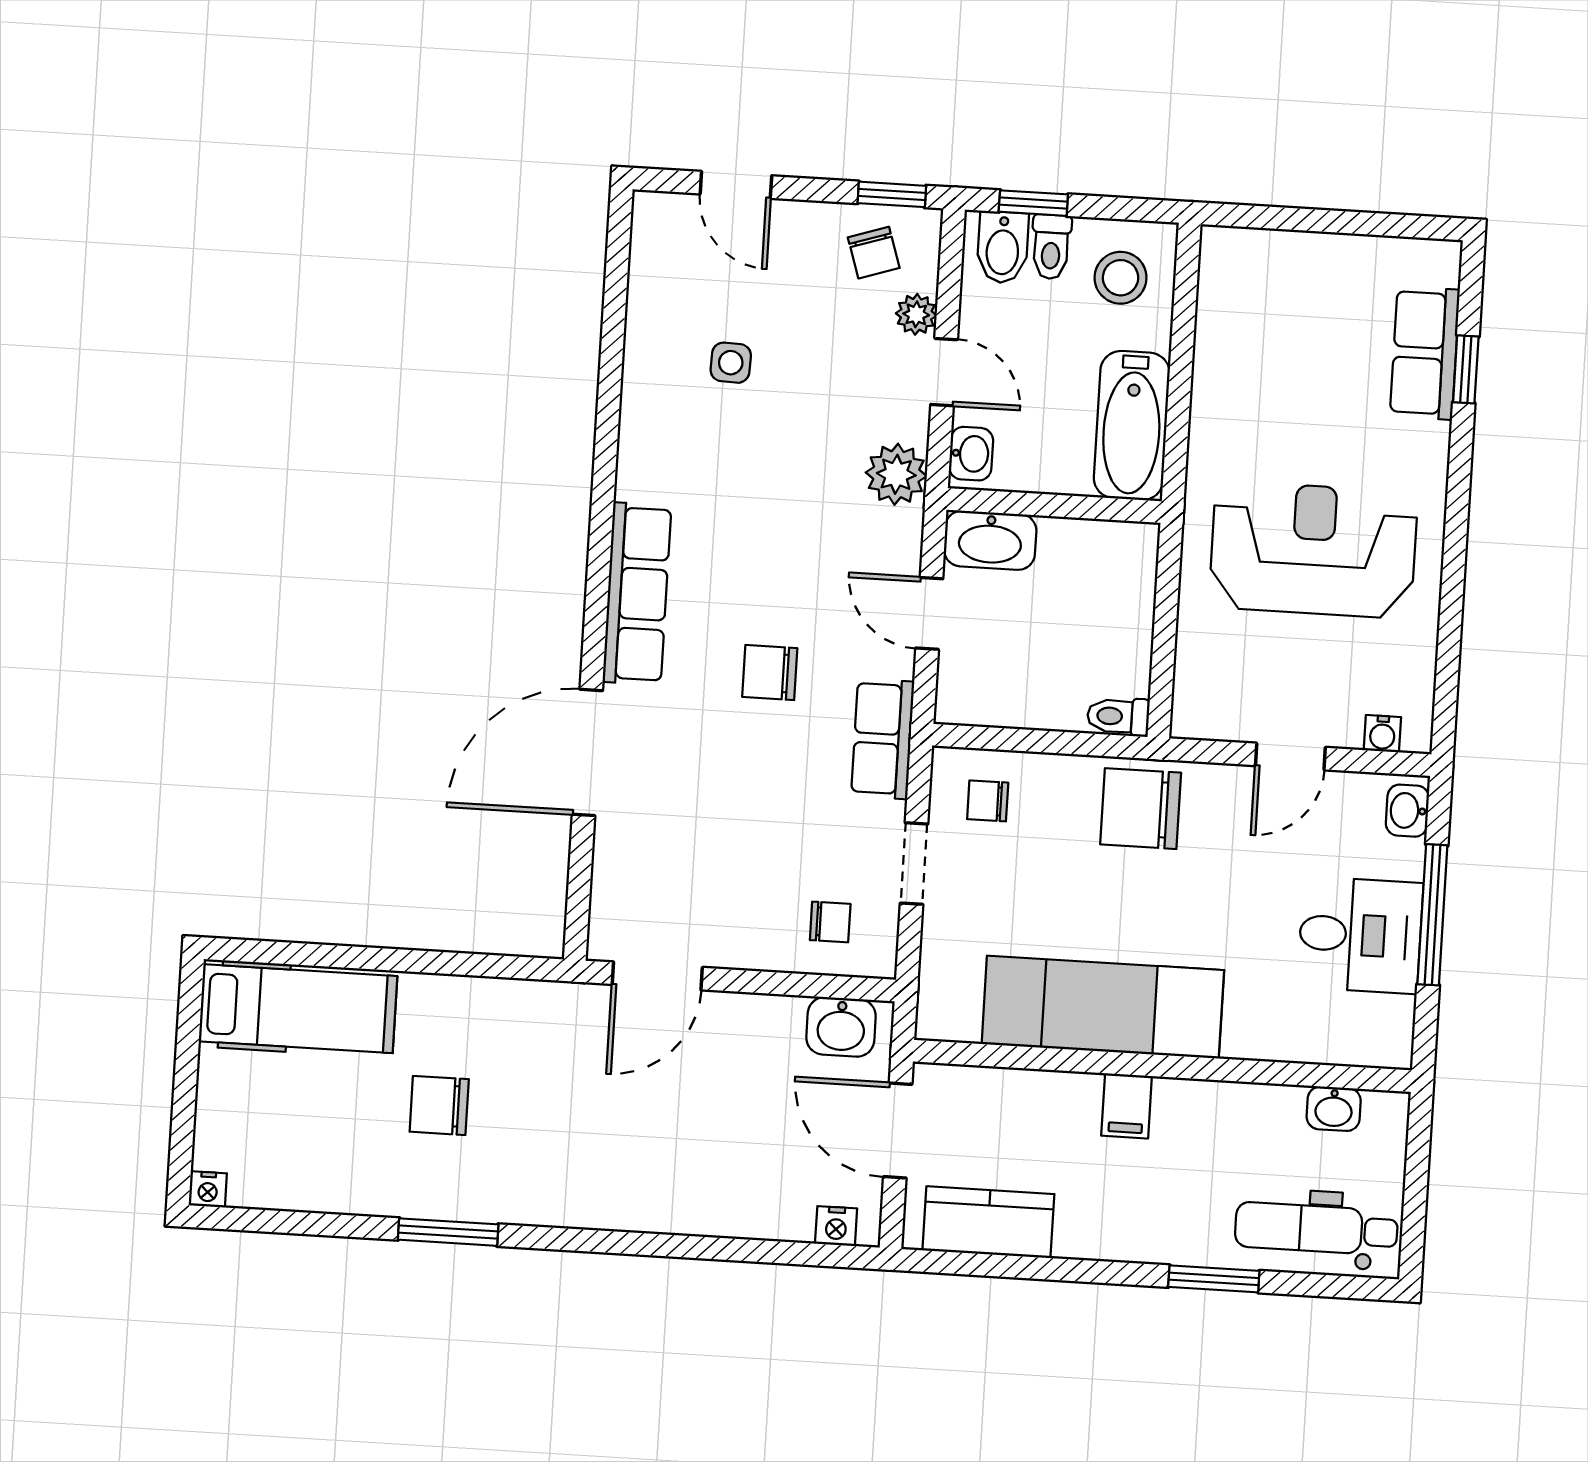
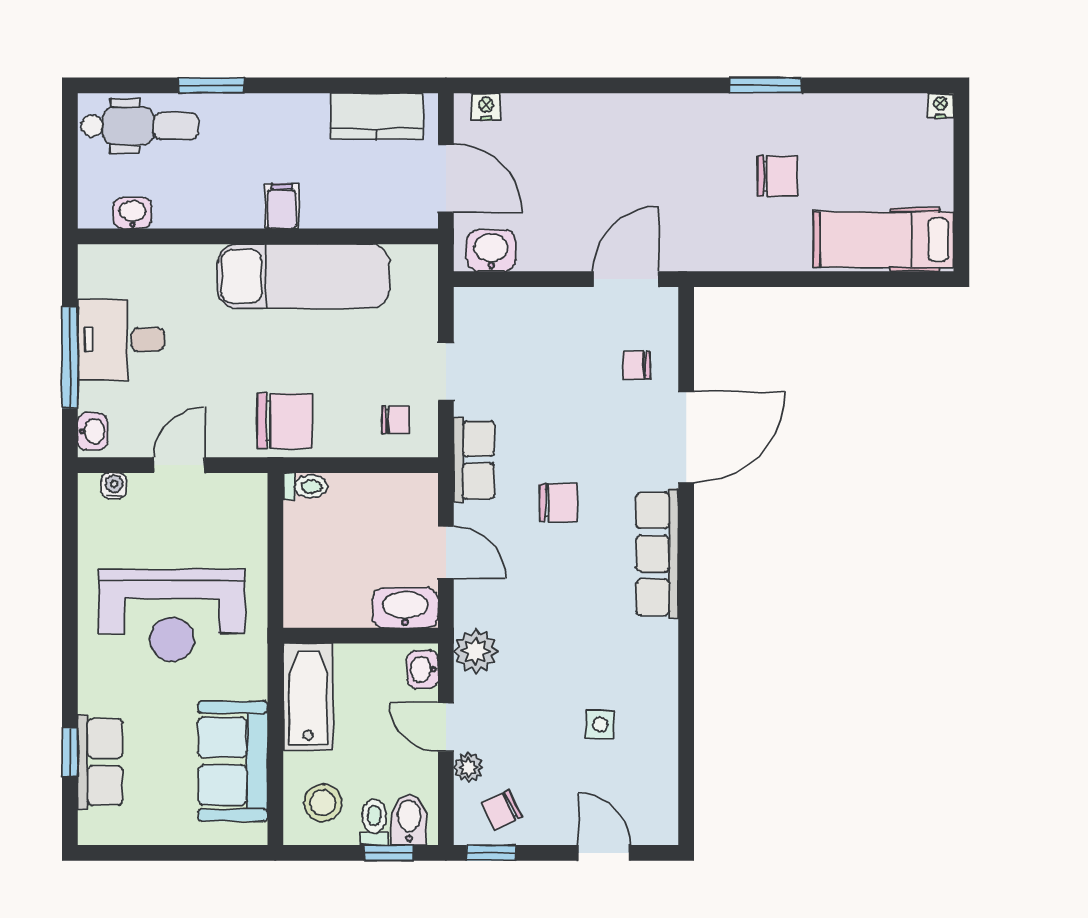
chair: (874, 253) -> (502, 810), turned -98
sofa: (1241, 343) -> (233, 761), added
chair: (830, 922) -> (636, 365), moved

